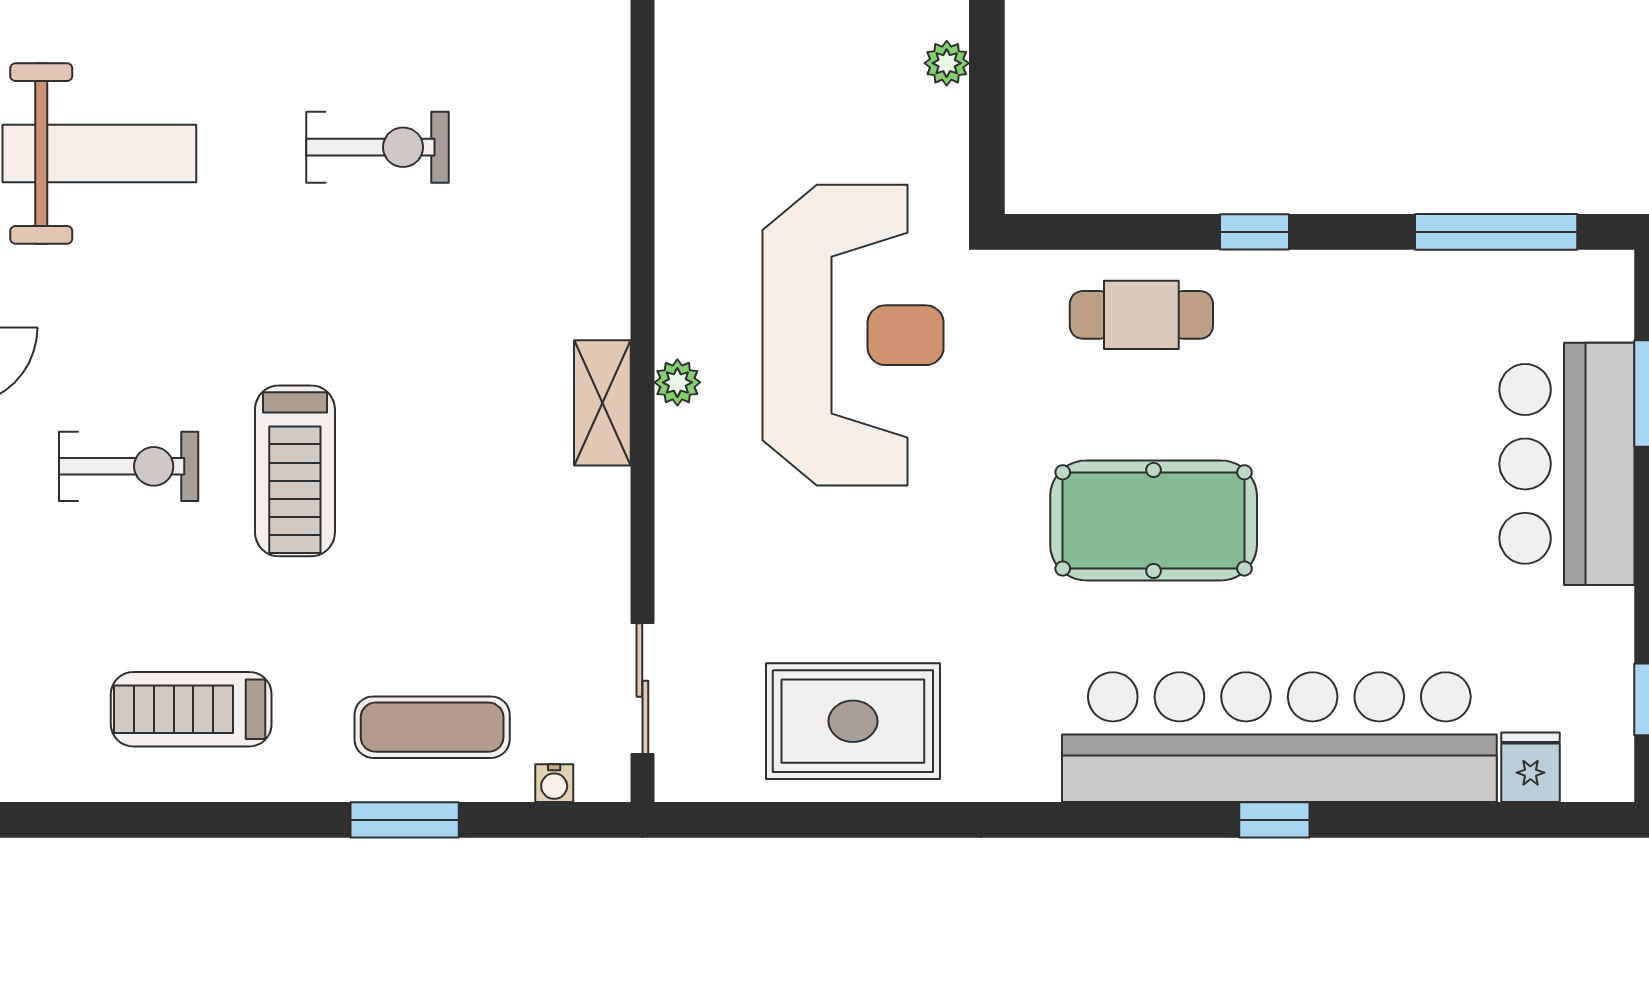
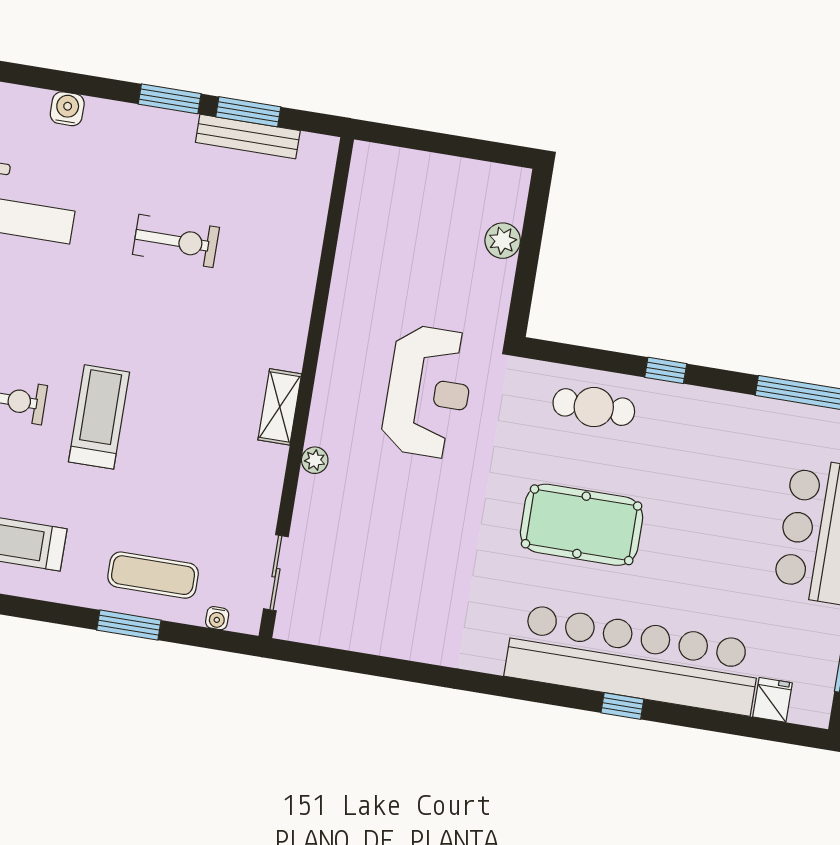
plant: (947, 63) -> (503, 241), width x1.38, depth x1.38
reception desk: (853, 335) -> (428, 392), width x0.74, depth x0.77
plant: (677, 382) -> (315, 460), moved
treadmill: (295, 471) -> (99, 417), turned 180
rug: (853, 721) -> (392, 611), removed

